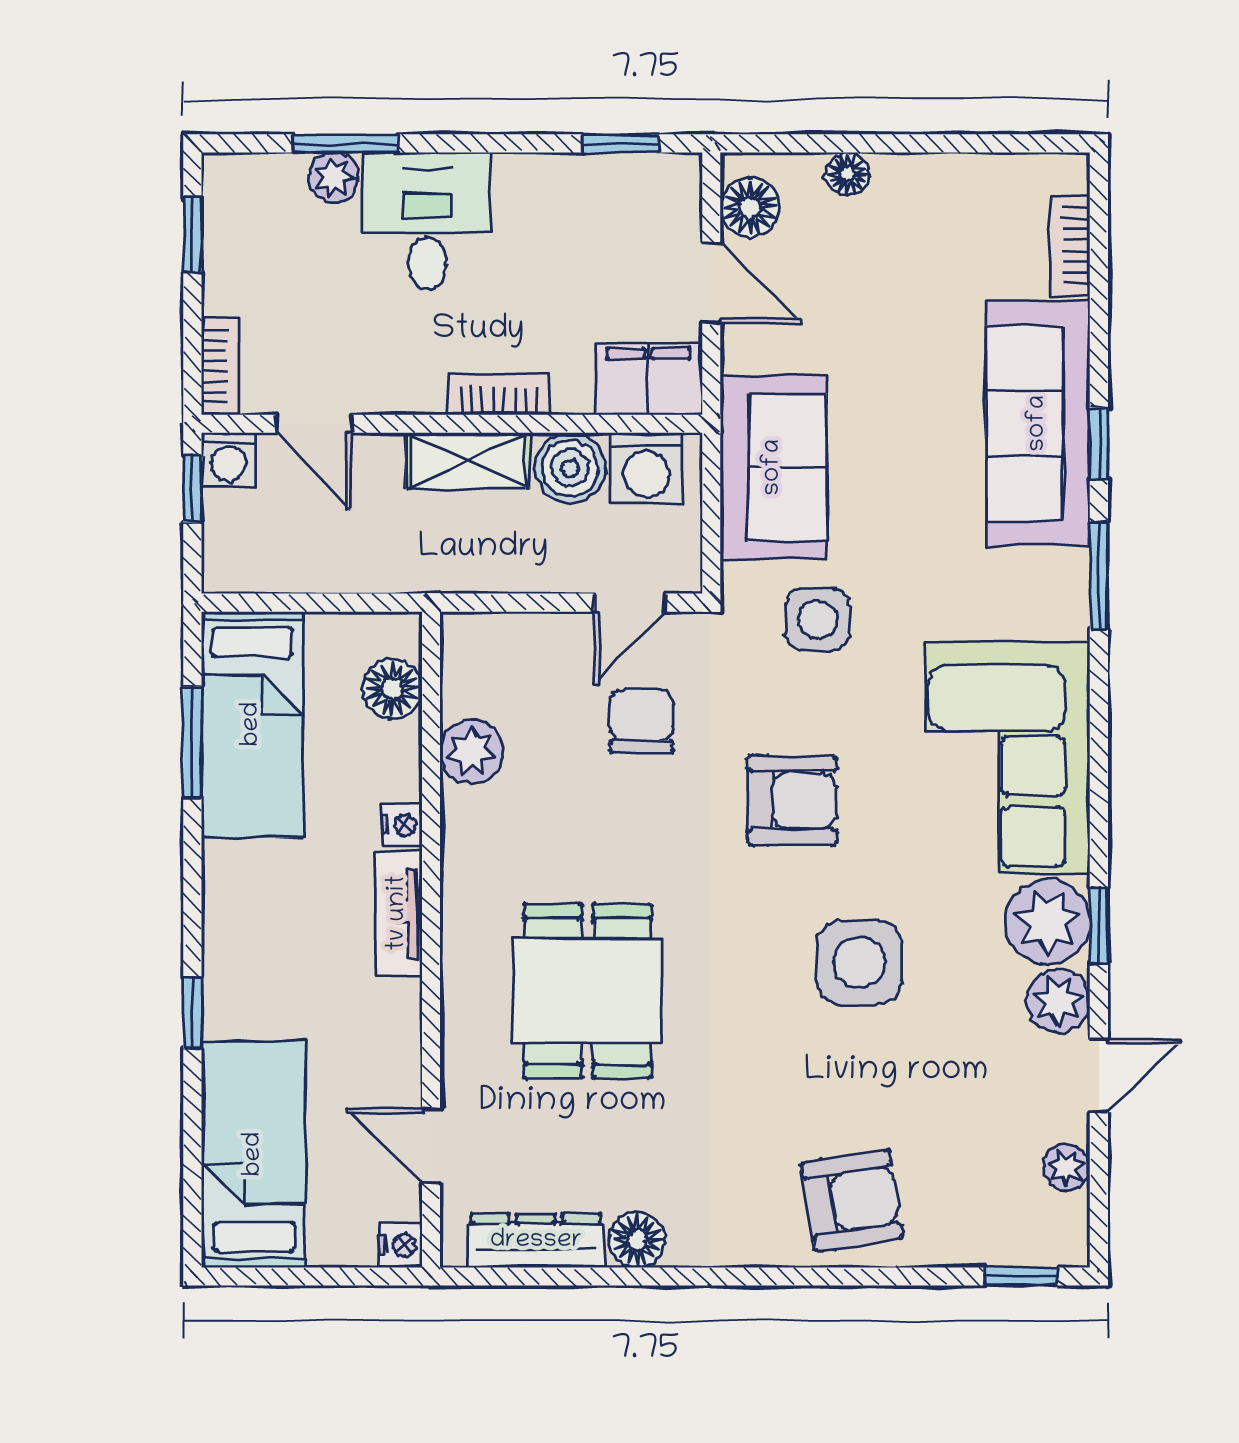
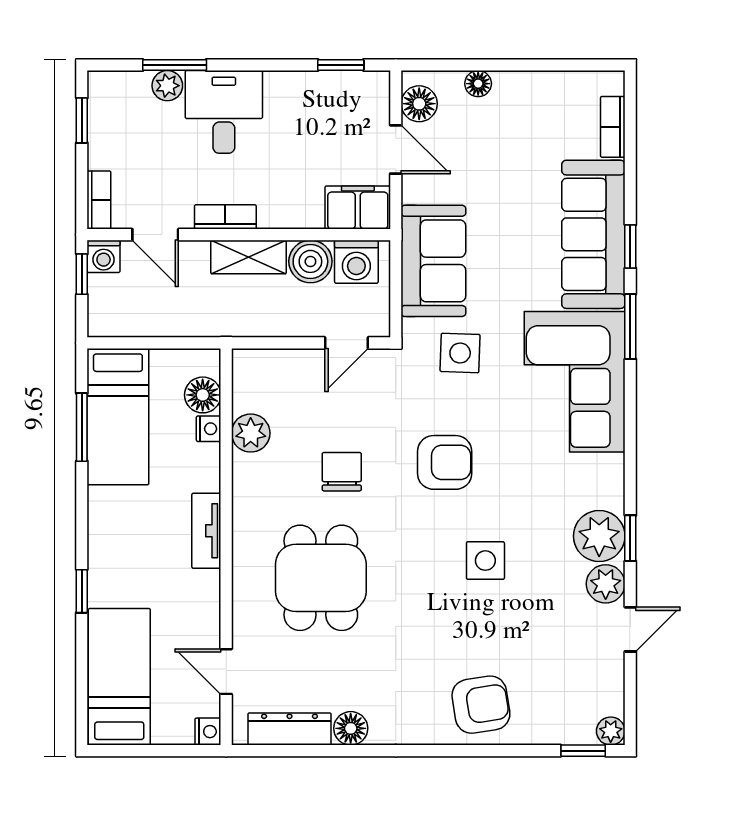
bookcase: (499, 394) -> (225, 217), moved
chair: (641, 721) -> (342, 472), moved
corner sofa: (1007, 758) -> (575, 382), moved
nightstand: (402, 825) -> (209, 429), moved
side table: (859, 962) -> (485, 561), width x0.73, depth x0.73
plant: (1067, 1167) -> (611, 731), moved

